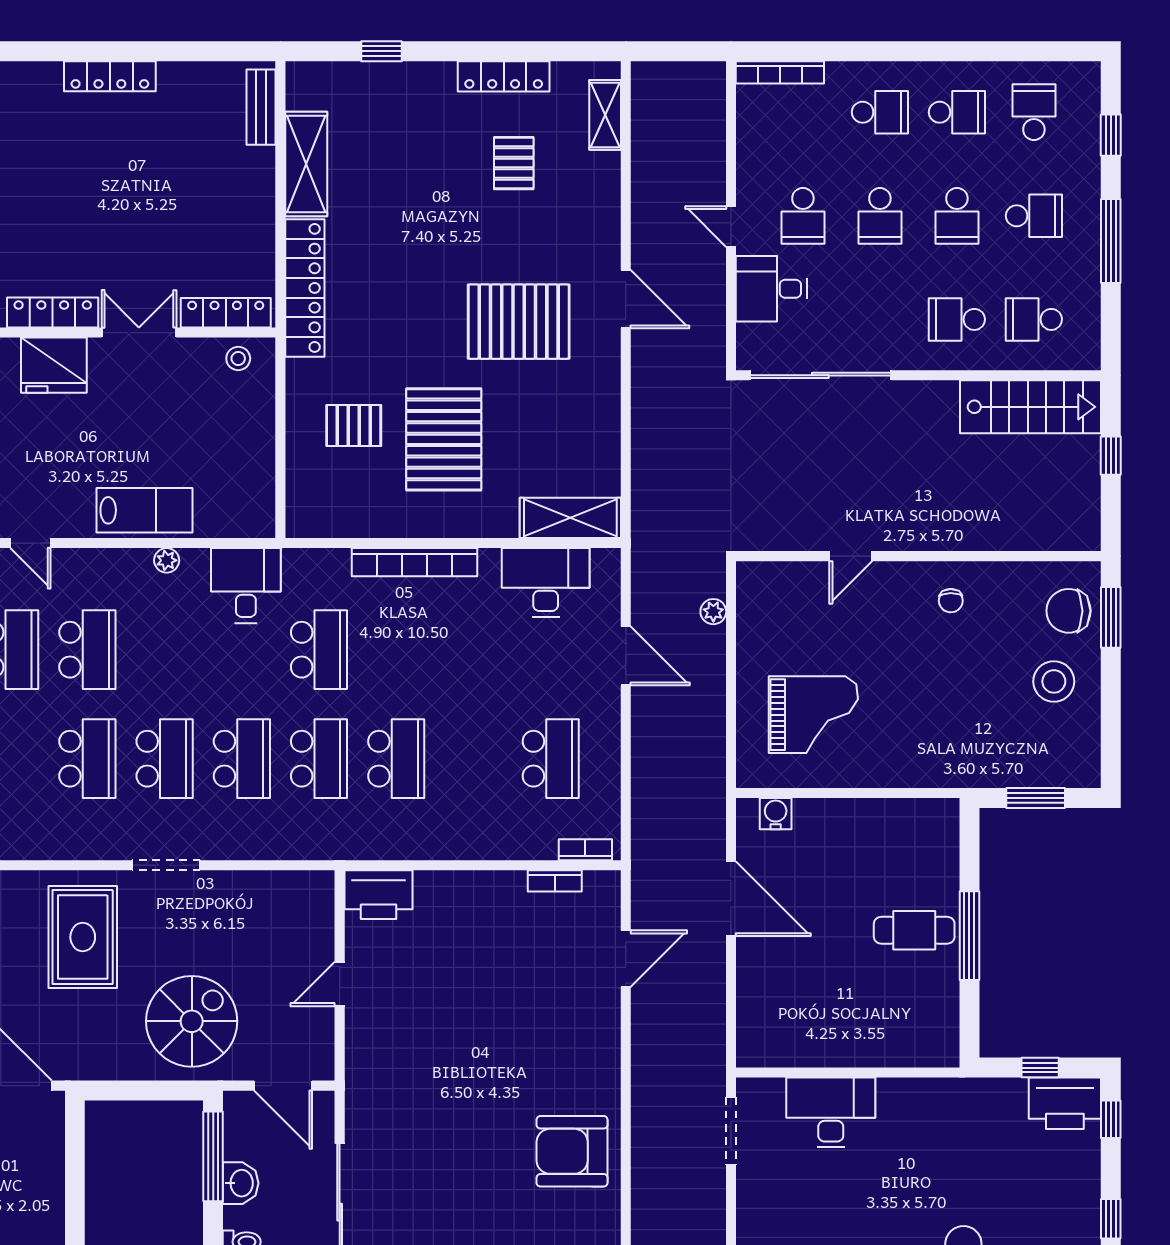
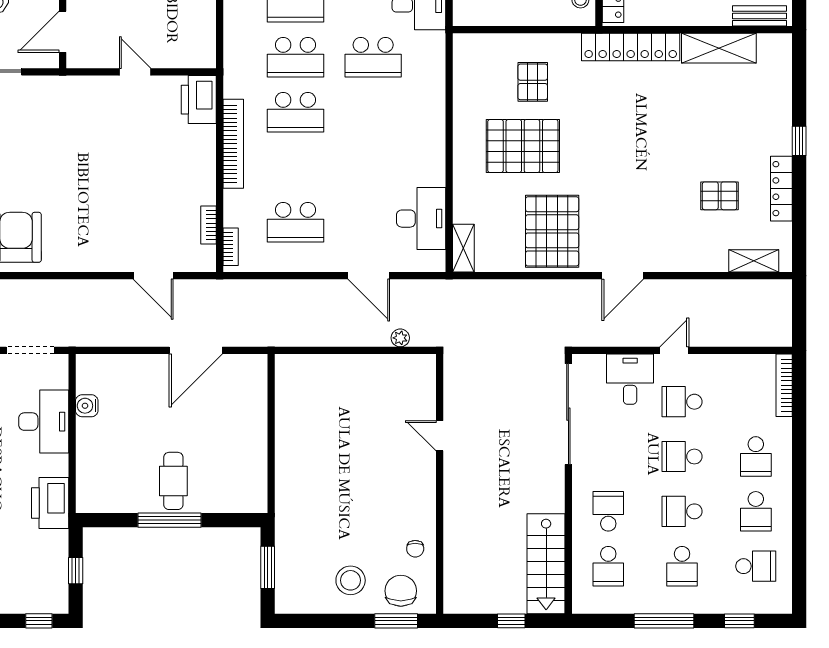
window: (382, 51) -> (799, 141), moved
school desk: (1034, 319) -> (608, 566), turned 180
pallet: (519, 322) -> (552, 231), moved
shelving: (570, 518) -> (463, 248), width x0.67, depth x0.75
bookcase: (414, 562) -> (233, 144), moved, turned 180
chair: (951, 601) -> (415, 549), moved, turned -89
door: (626, 656) -> (369, 276), hinge flipped
grand piano: (813, 715) -> (327, 409), removed
water cooler: (776, 814) -> (87, 406), moved, turned 180
printer: (1065, 1103) -> (50, 503), moved

